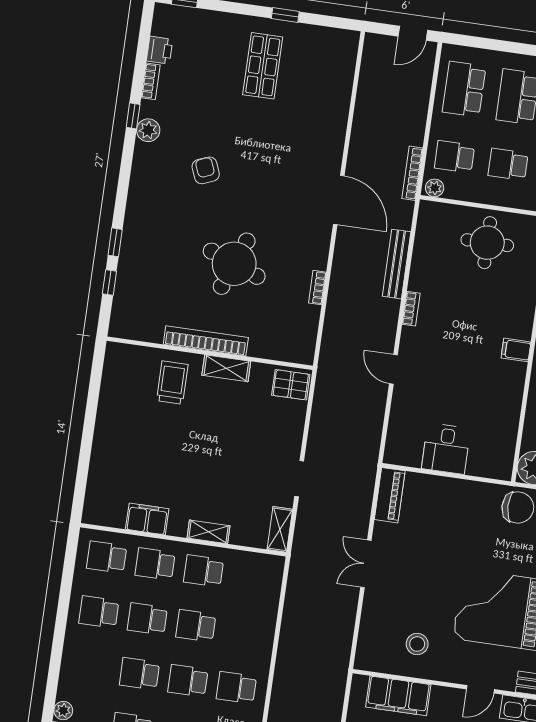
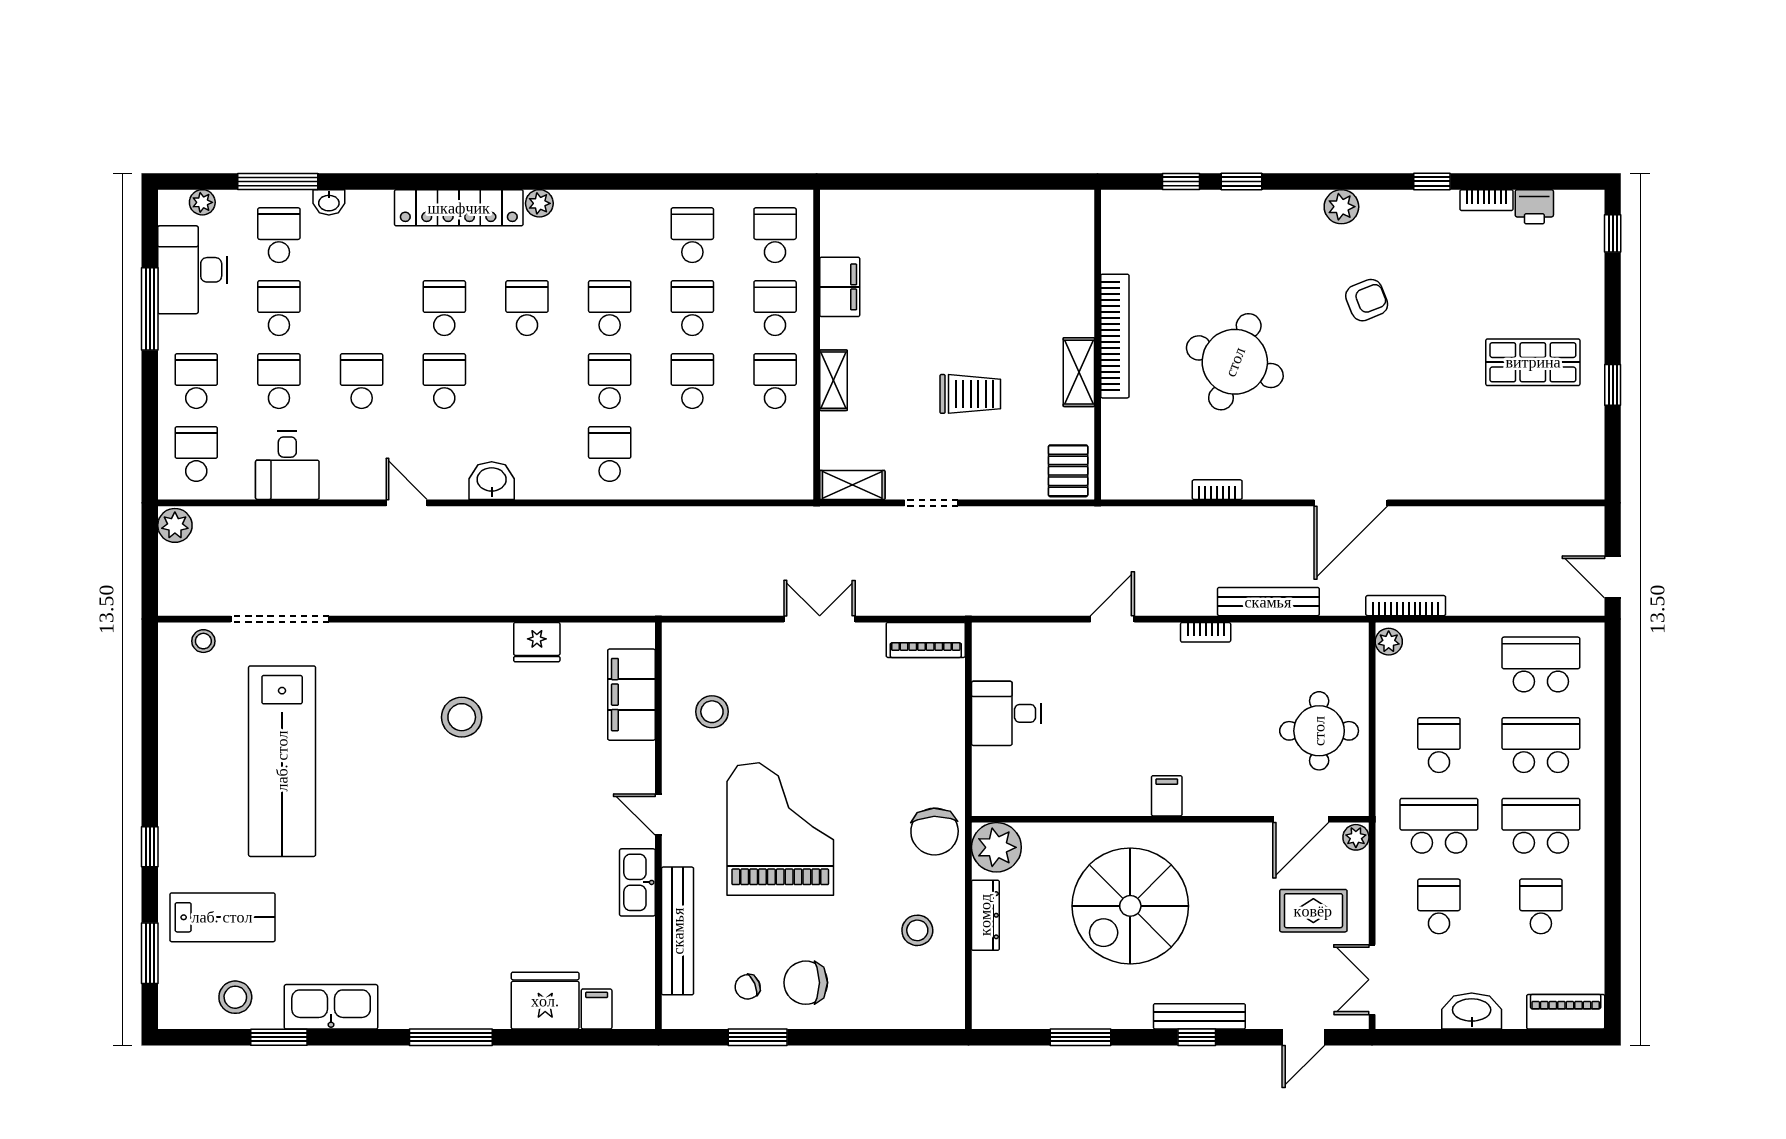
plant: (148, 130) -> (1341, 207), moved
school desk: (454, 157) -> (1439, 664), removed
trolley: (172, 383) -> (970, 394), moved

